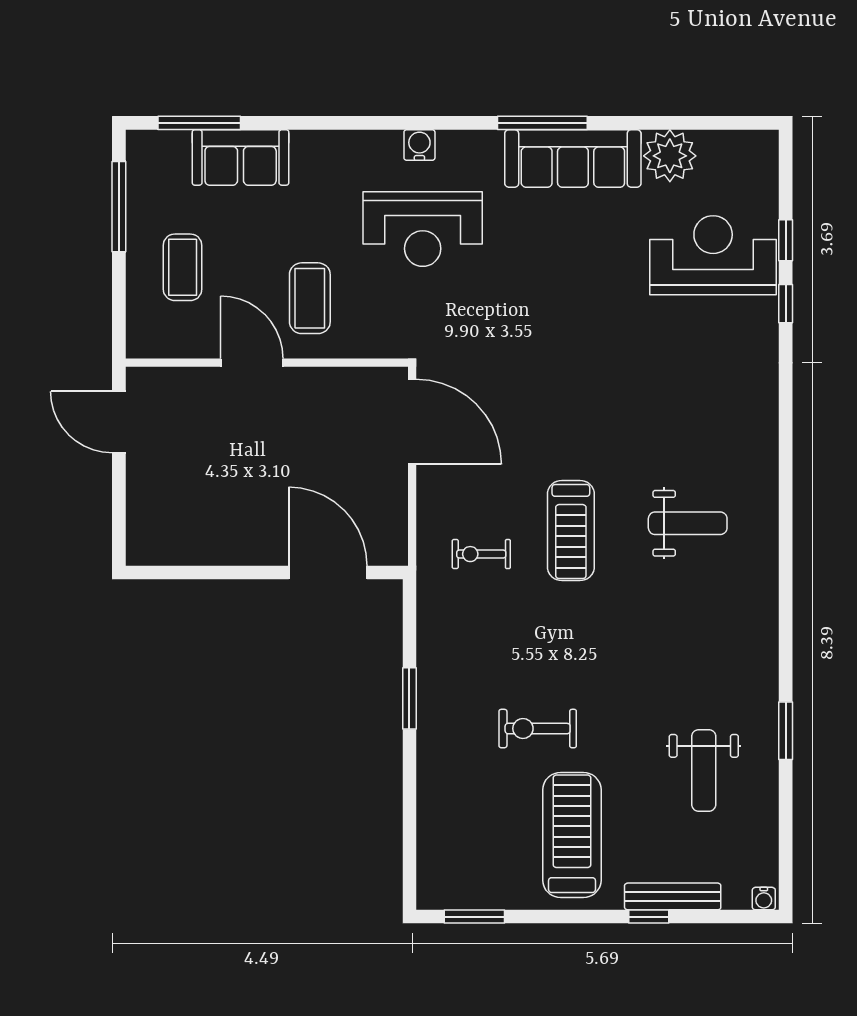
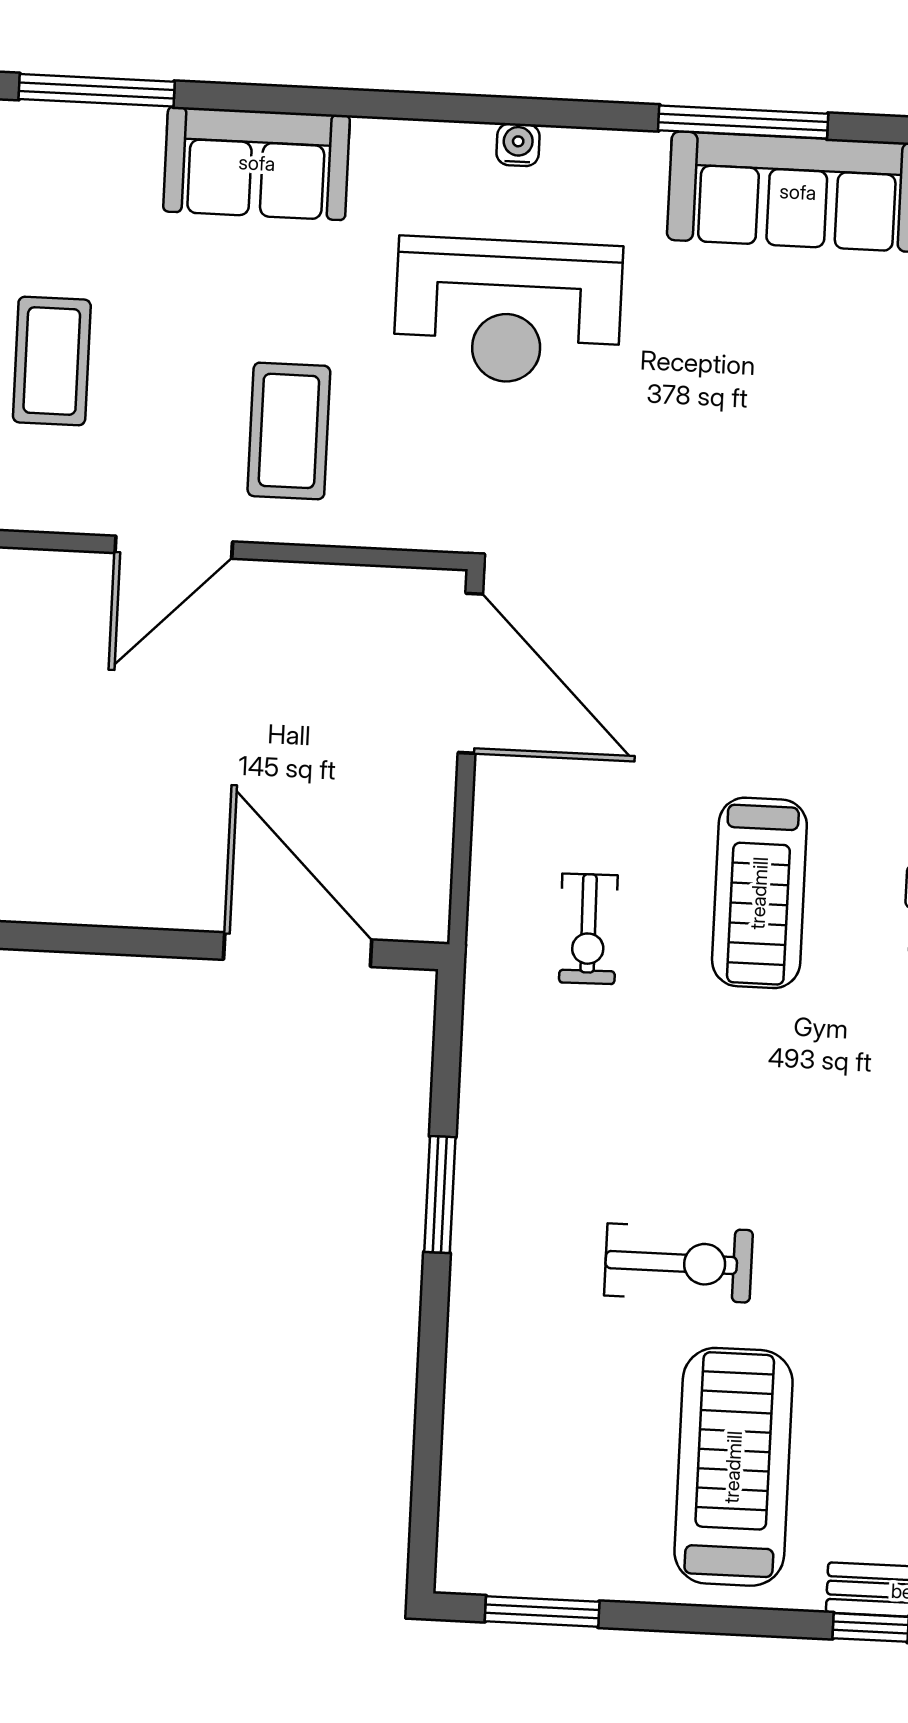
water cooler: (419, 145) -> (518, 145), width x0.72, depth x0.72
sofa: (241, 157) -> (257, 163), moved
door: (252, 363) -> (174, 547), swing flipped
exercise bike: (481, 554) -> (588, 929), turned -91
exercise bike: (538, 729) -> (678, 1263), turned 180

